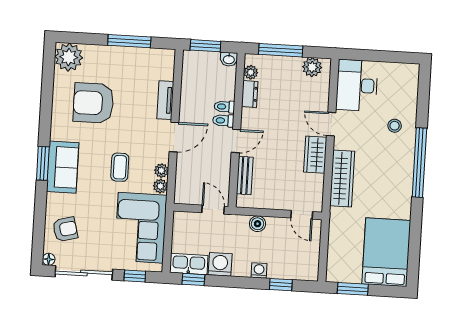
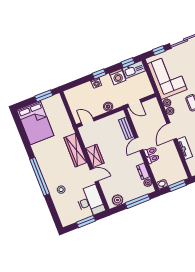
window: (379, 56) -> (86, 222), added
window: (281, 285) -> (99, 74), moved

